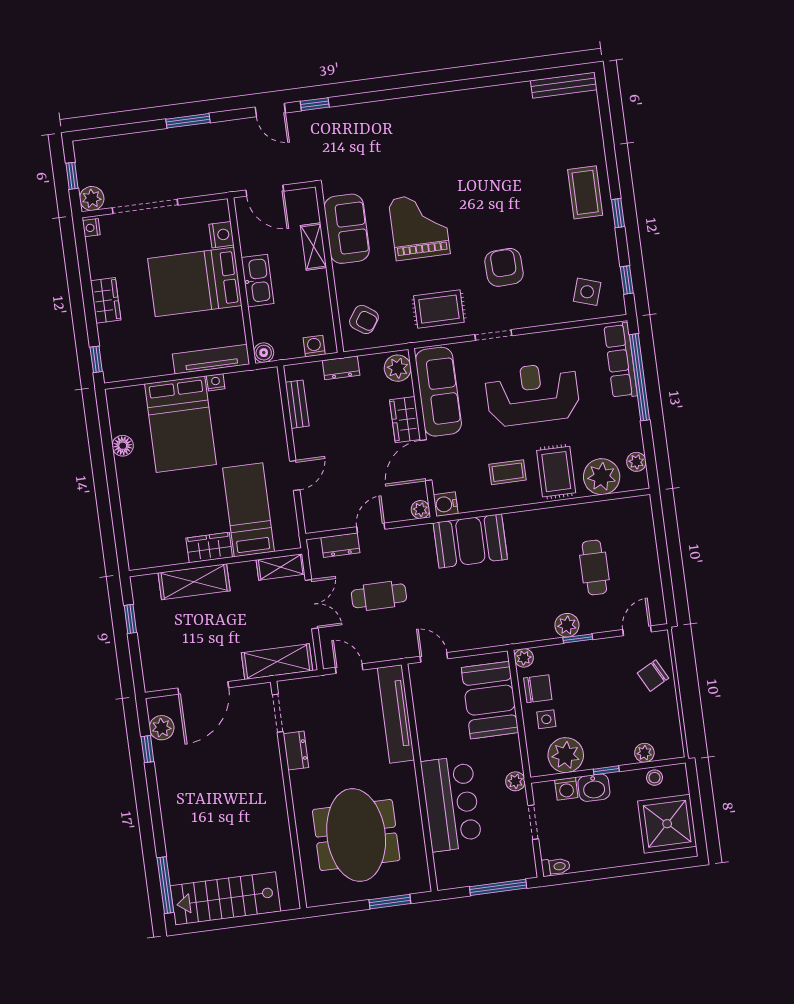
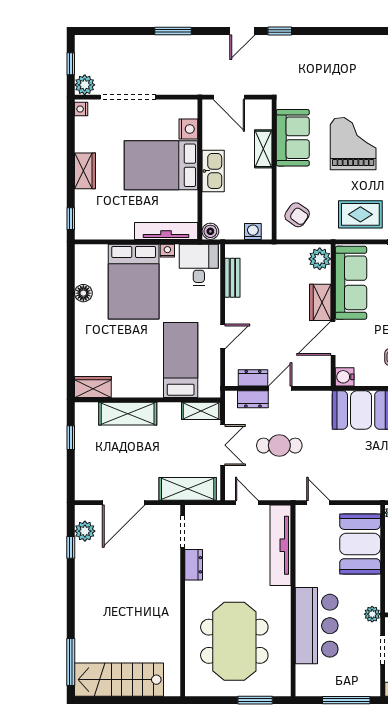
door: (270, 110) -> (242, 31), hinge flipped
dresser: (341, 368) -> (253, 378), moved, turned 180
desk: (255, 394) -> (199, 265), added
plant: (420, 510) -> (323, 378), removed
wardrobe: (209, 548) -> (93, 387), moved

